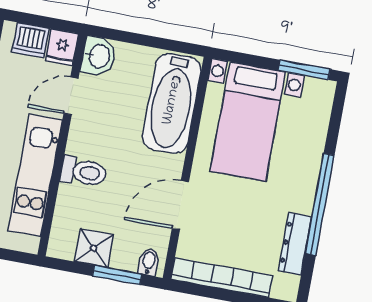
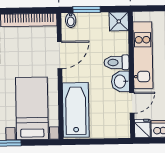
washbasin: (99, 56) -> (120, 82), moved
shower: (94, 248) -> (119, 21), moved

